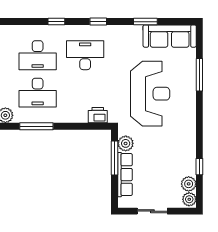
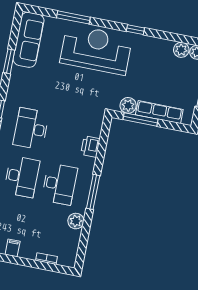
reception desk: (150, 94) -> (96, 50), moved
printer: (98, 115) -> (90, 147), moved
window: (199, 167) -> (135, 30), moved

